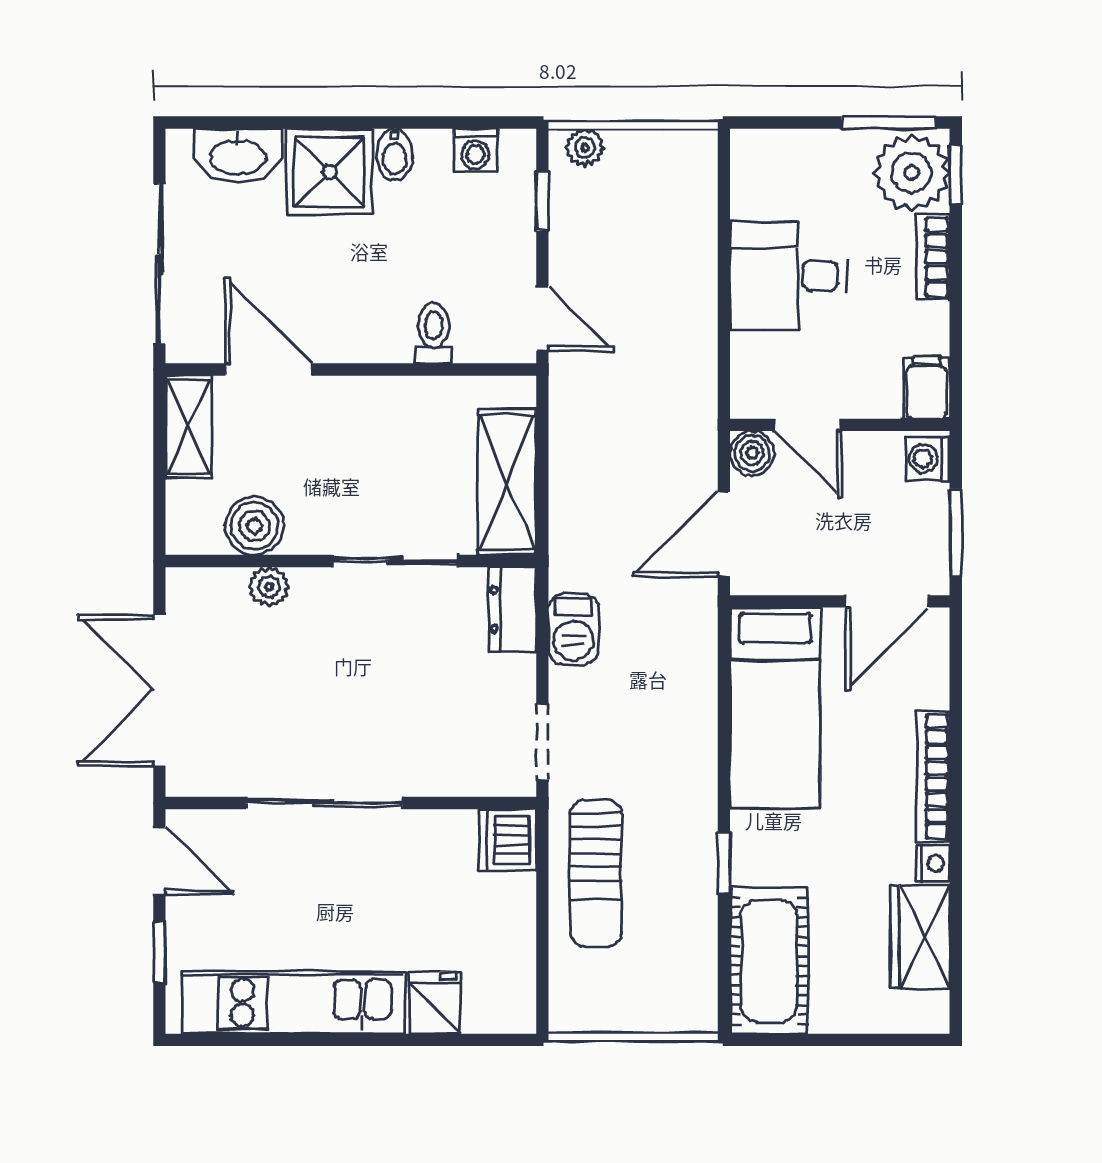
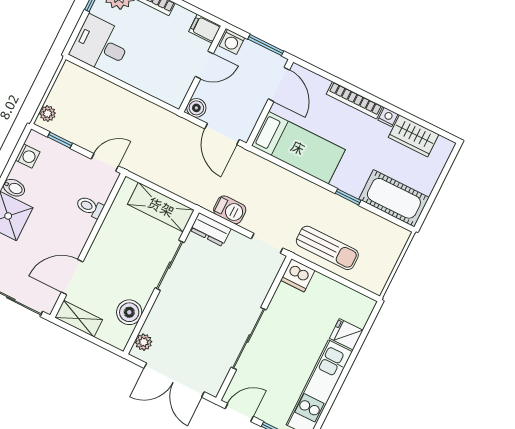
desk: (788, 276) -> (101, 45), moved, turned 90
door: (808, 425) -> (204, 65), moved
plant: (269, 587) -> (144, 342), moved

